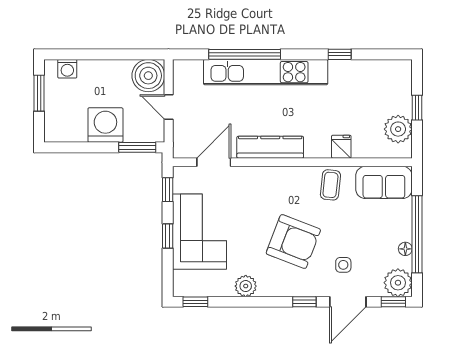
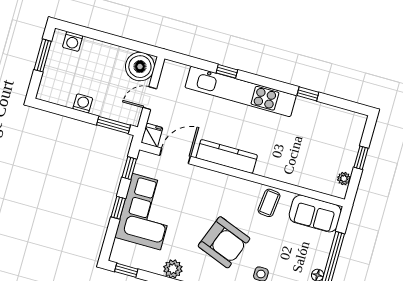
window: (245, 54) -> (227, 71), width x0.32
door: (169, 107) -> (150, 98), hinge flipped
washing machine: (105, 125) -> (83, 103), width x0.53, depth x0.53
plant: (398, 129) -> (344, 179), width x0.53, depth x0.53
fridge: (341, 147) -> (152, 135), moved

